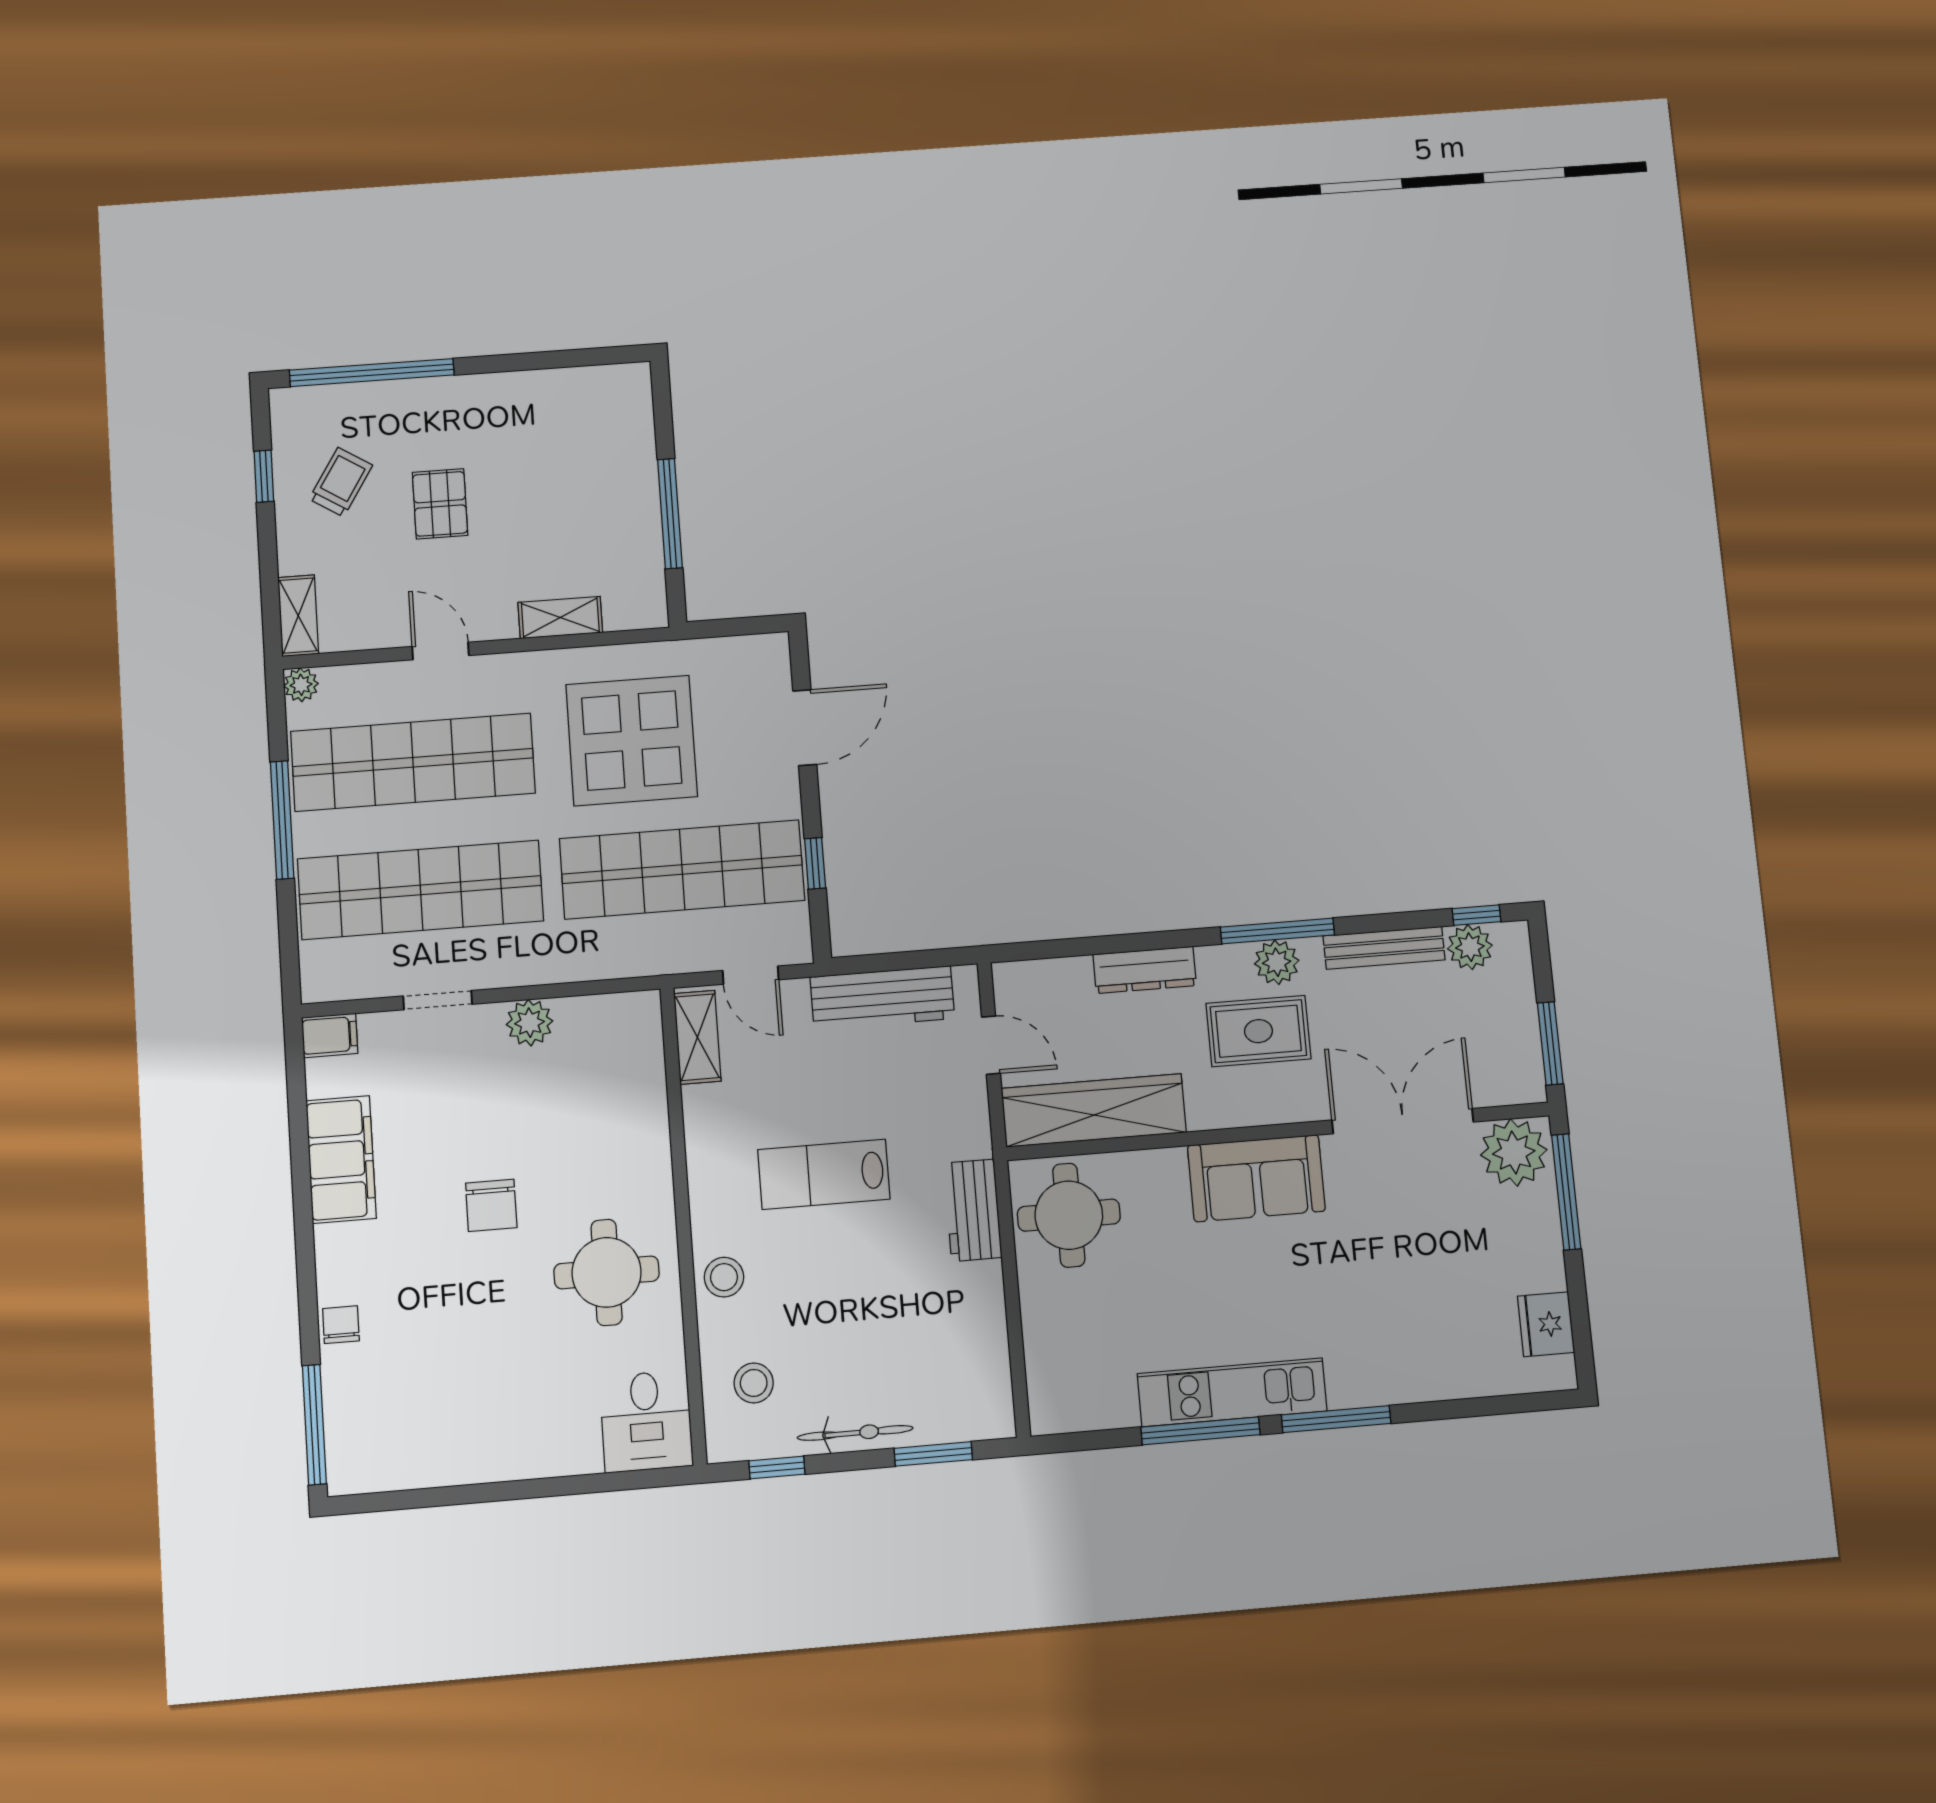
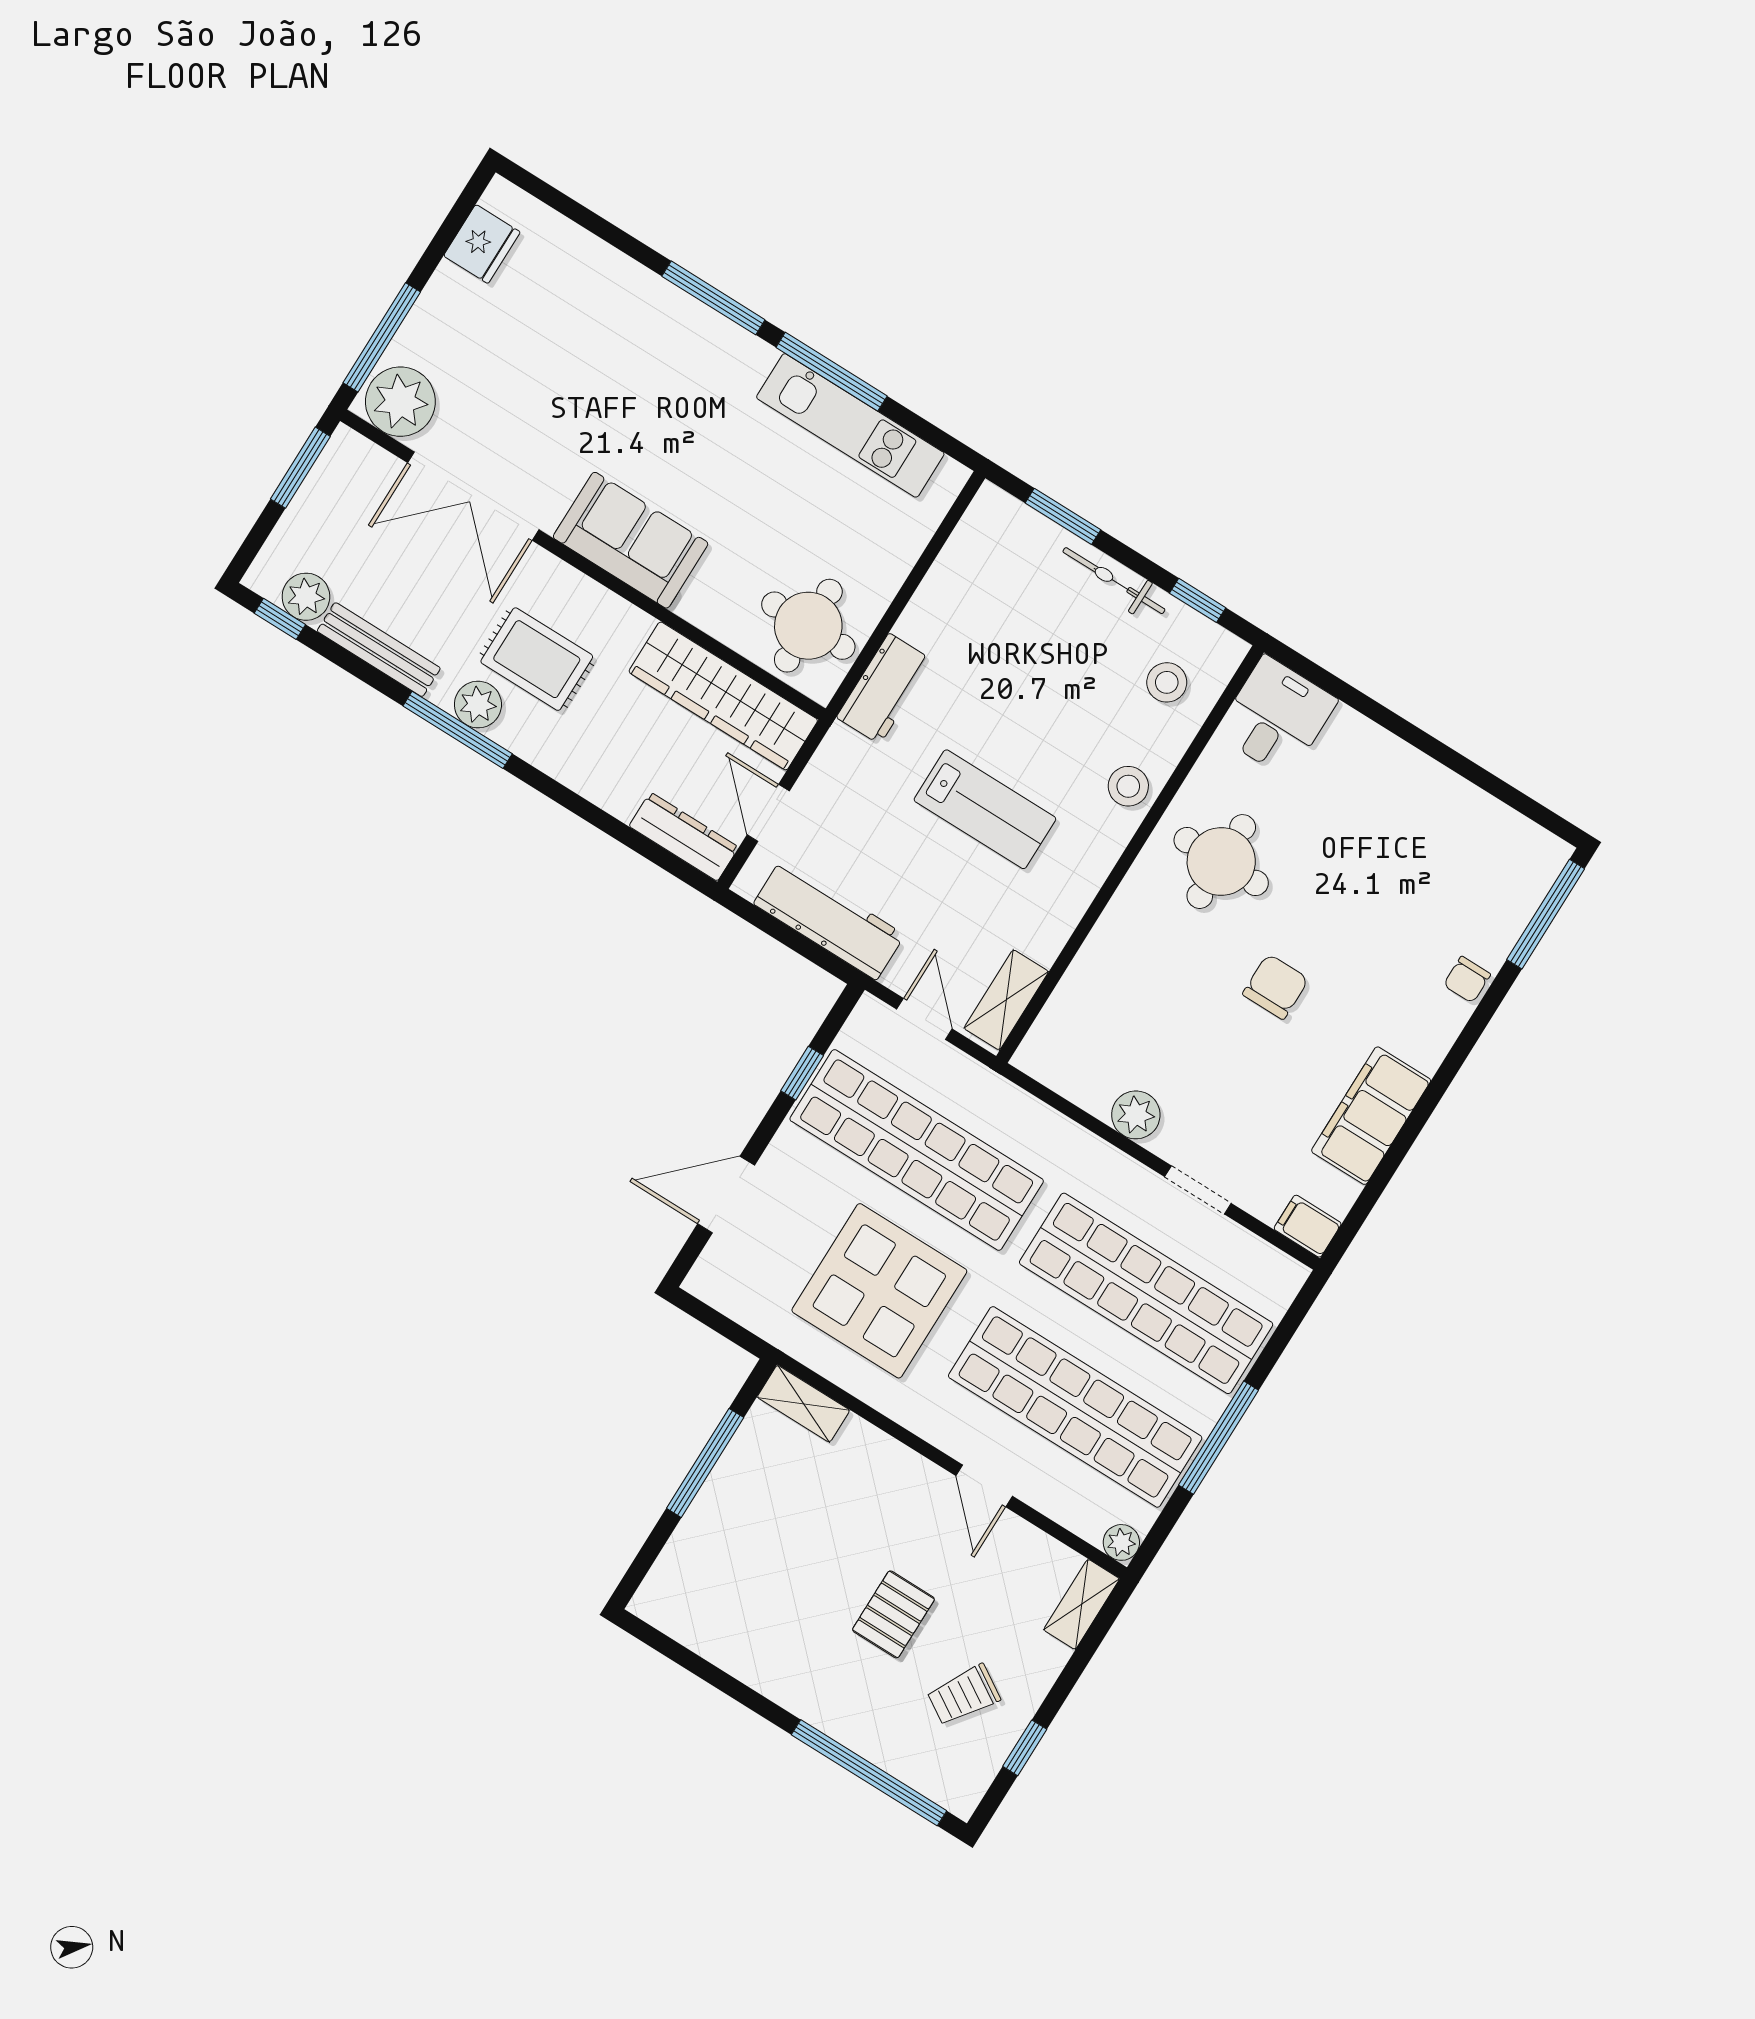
shelving: (560, 618) -> (803, 1404), moved
dresser: (1145, 970) -> (684, 837), moved
kitchen unit: (1232, 1392) -> (850, 425), moved

